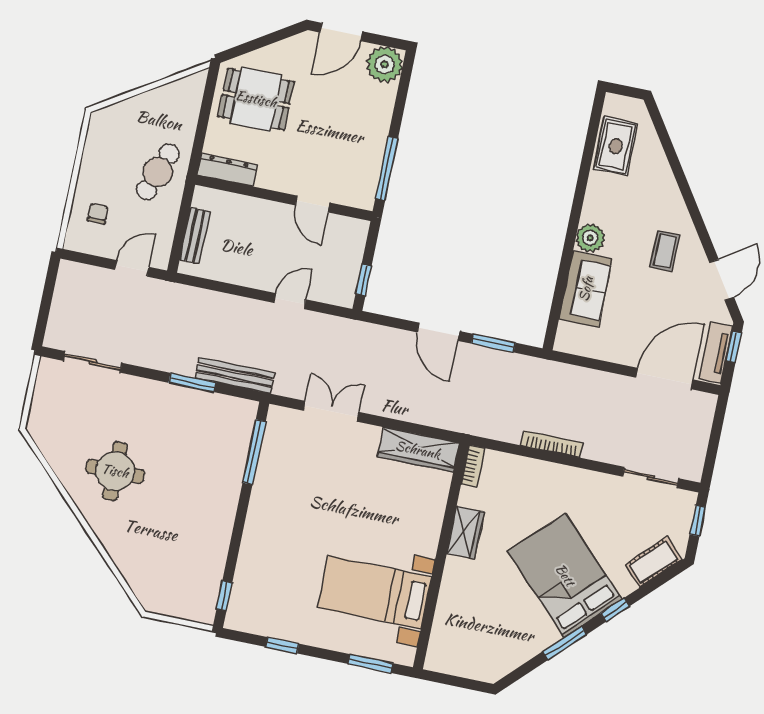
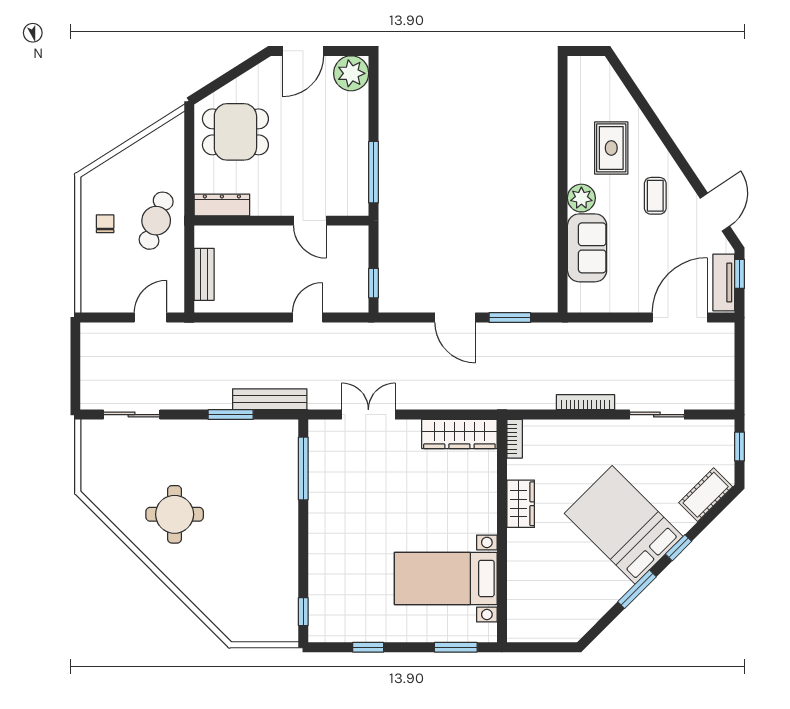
rug: (616, 146) -> (611, 148), moved
chair: (98, 214) -> (105, 224), moved
sliding door: (651, 478) -> (657, 415), moved

